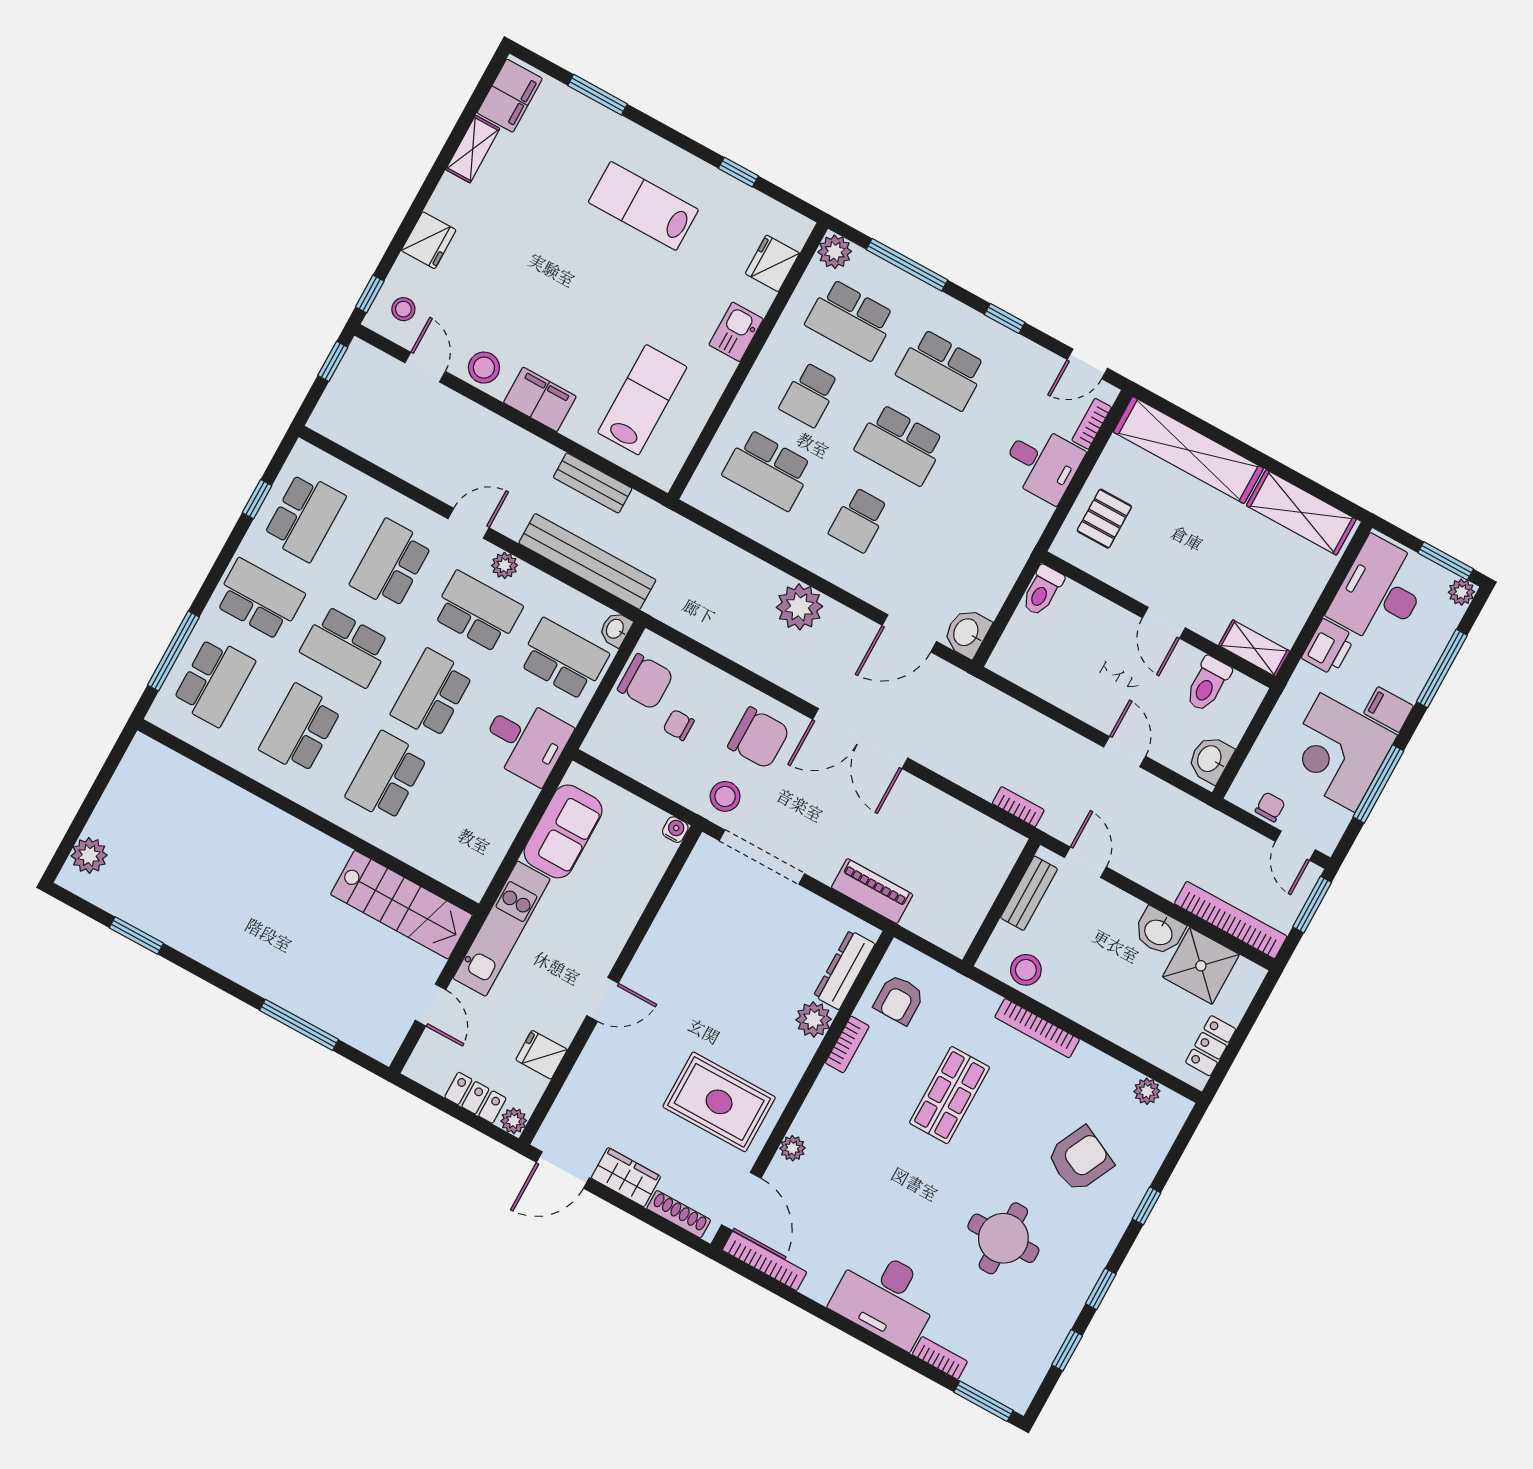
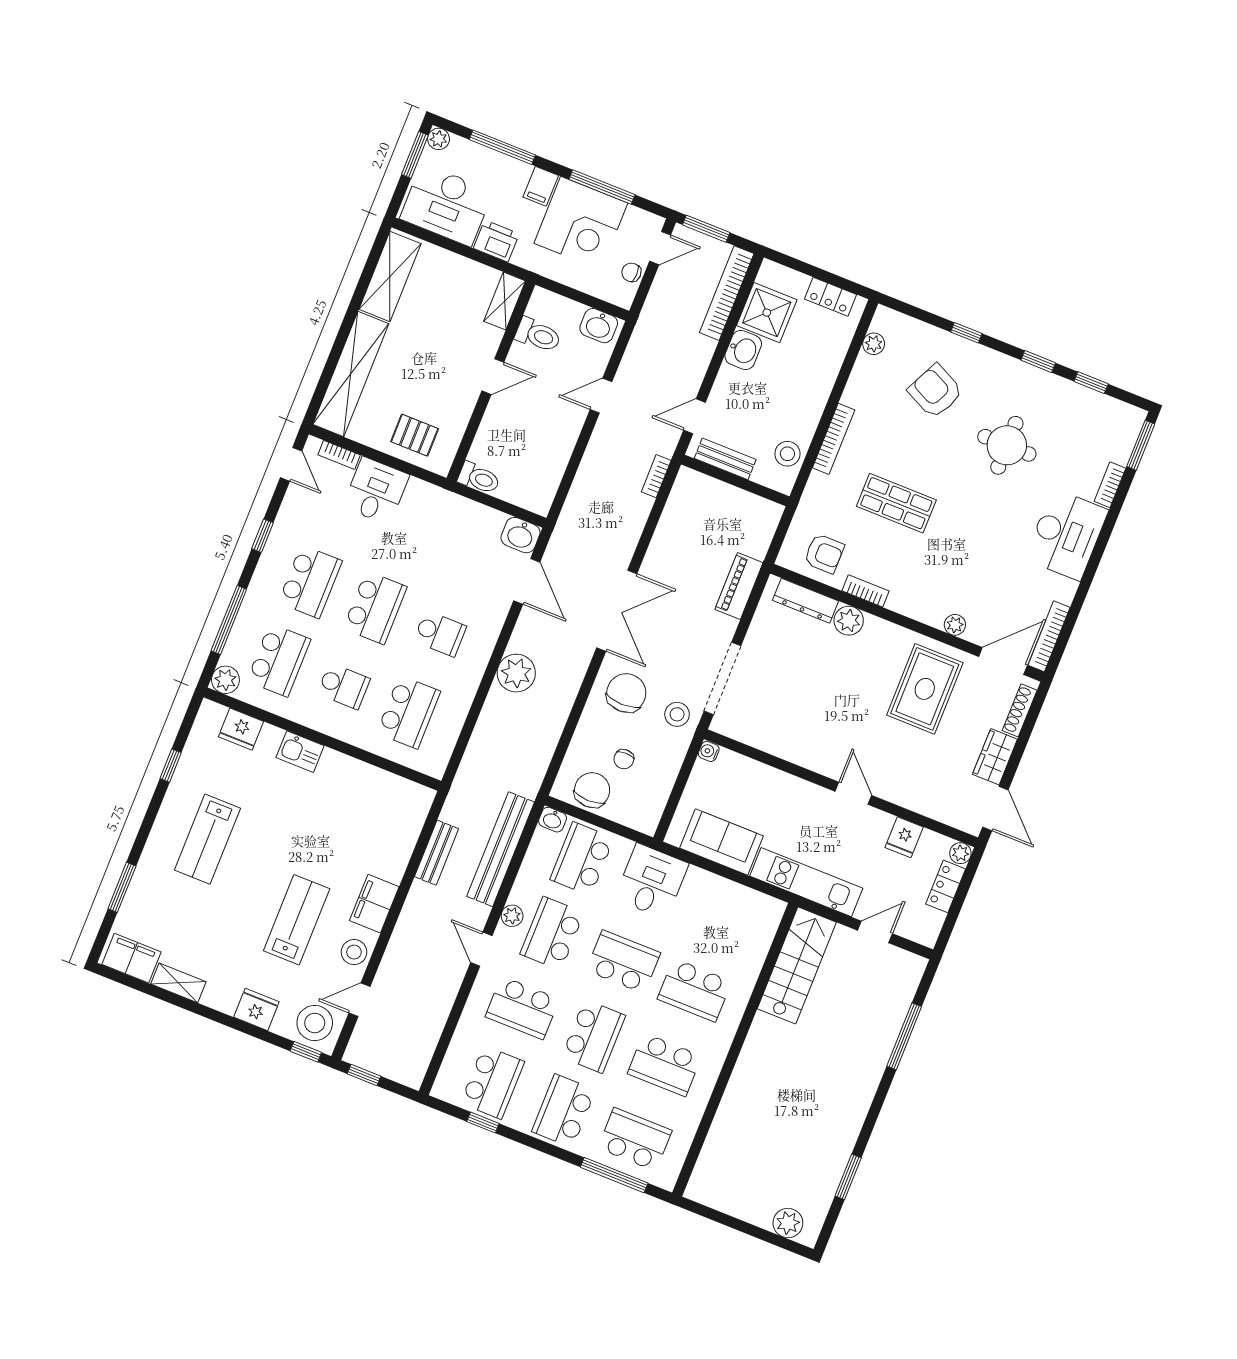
stool: (403, 309) -> (315, 1023), width x1.89, depth x1.89
lab bench: (642, 400) -> (297, 920), moved, turned 90
school desk: (305, 517) -> (492, 1082), turned 90
school desk: (432, 694) -> (623, 962), turned 180

